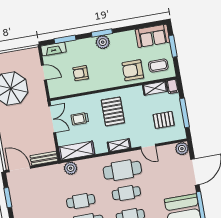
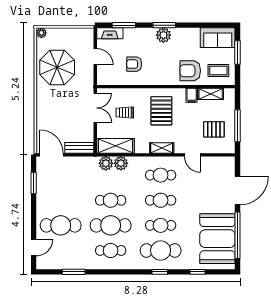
filing cabinet: (173, 86) -> (192, 95), moved
plant: (182, 149) -> (121, 163), moved
cafe table: (122, 170) -> (161, 175), width x0.73, depth x0.74

